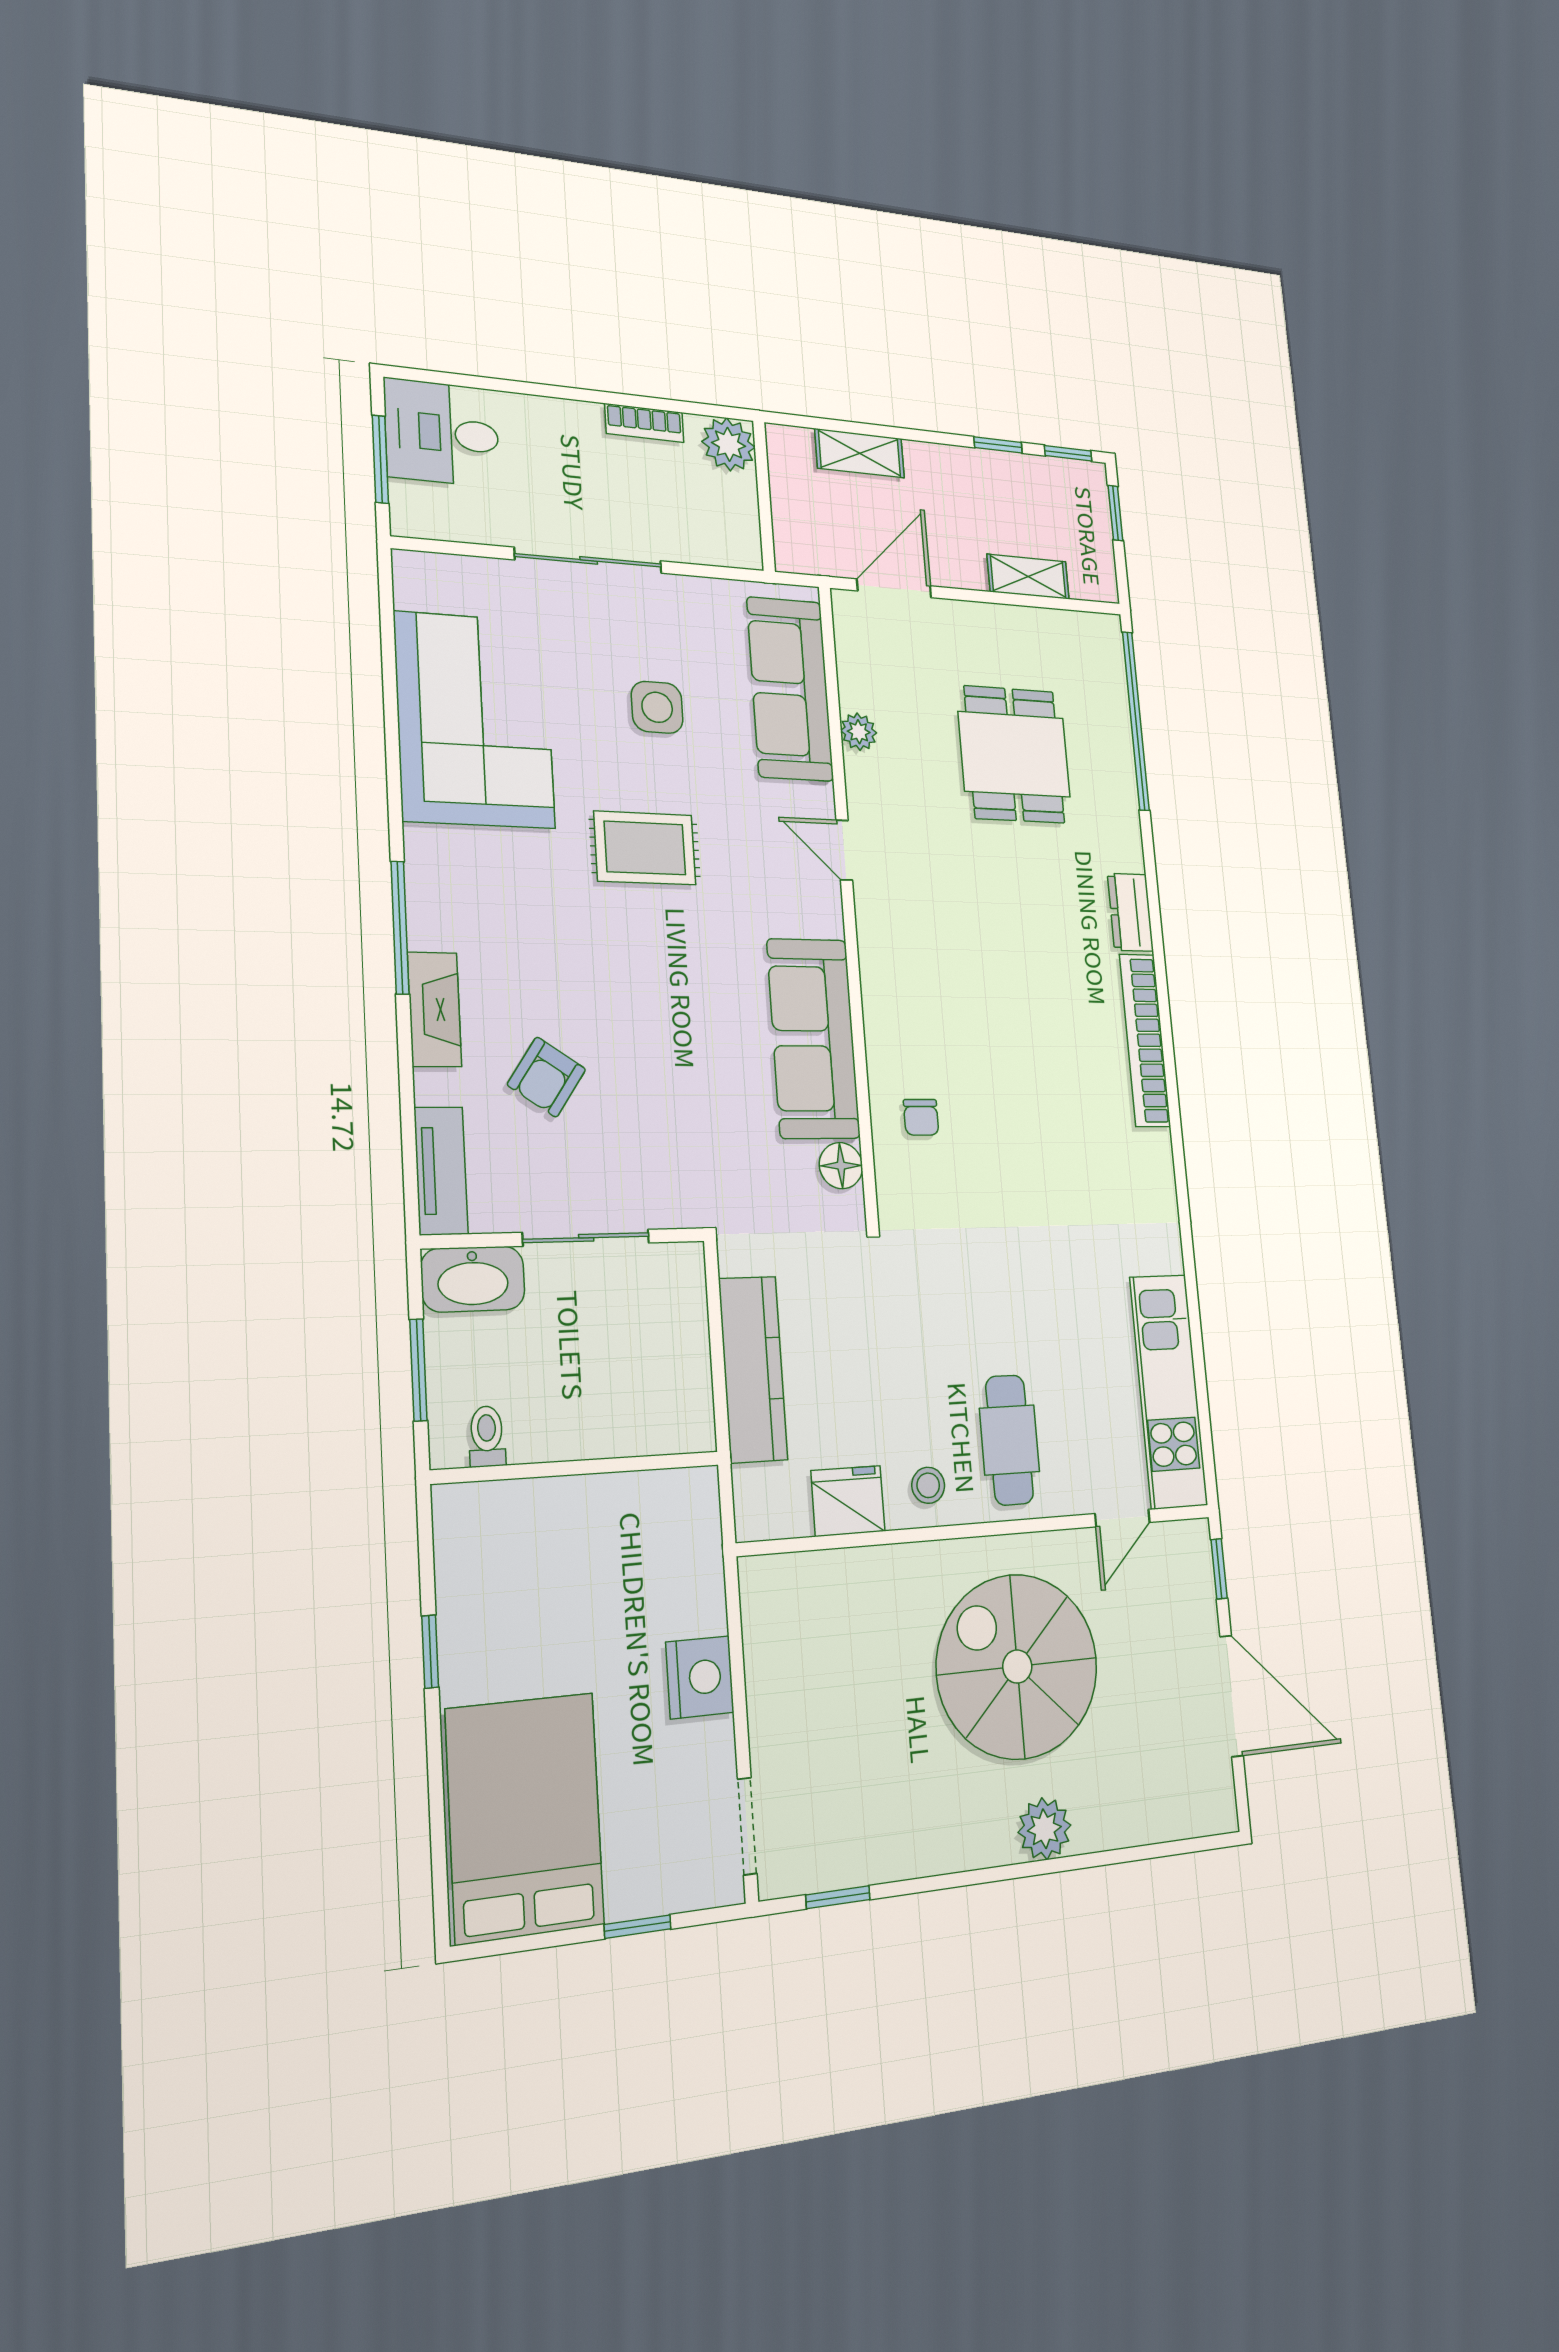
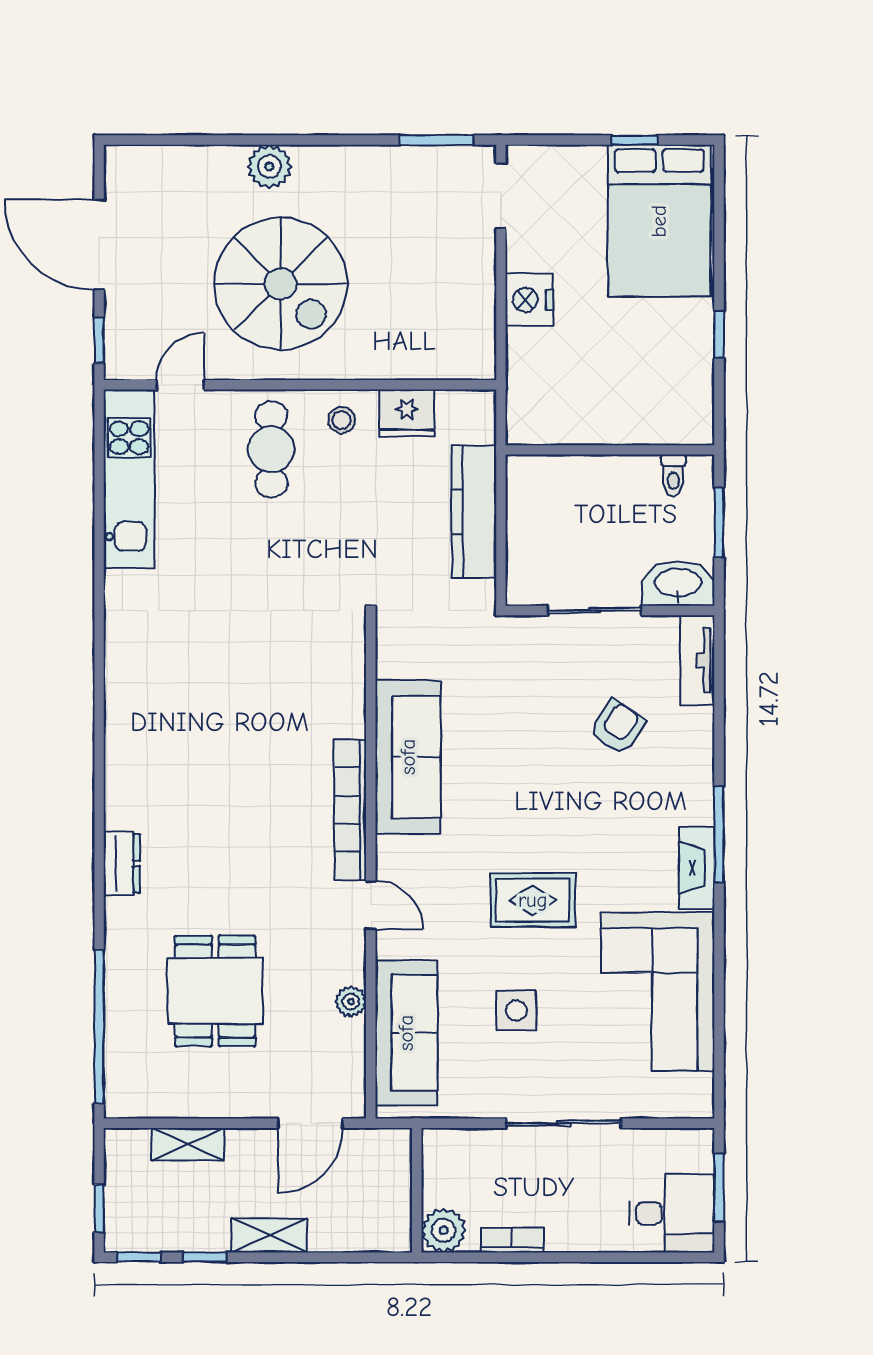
shelving: (860, 453) -> (269, 1236), moved
fireplace: (434, 1009) -> (697, 868), moved
bookcase: (1145, 1040) -> (350, 810), moved, turned 180
chair: (921, 1117) -> (323, 696), removed
floor lamp: (841, 1166) -> (393, 660), removed
window: (838, 1897) -> (436, 140), width x1.50
window: (638, 1927) -> (635, 140), moved

